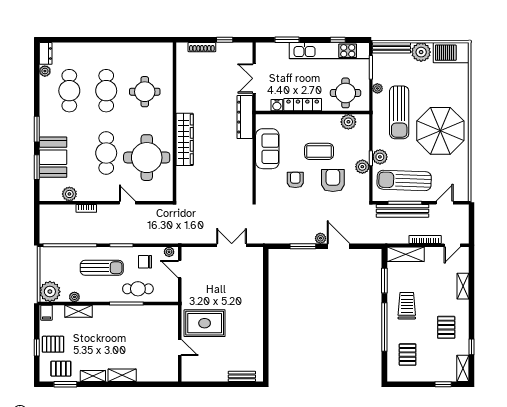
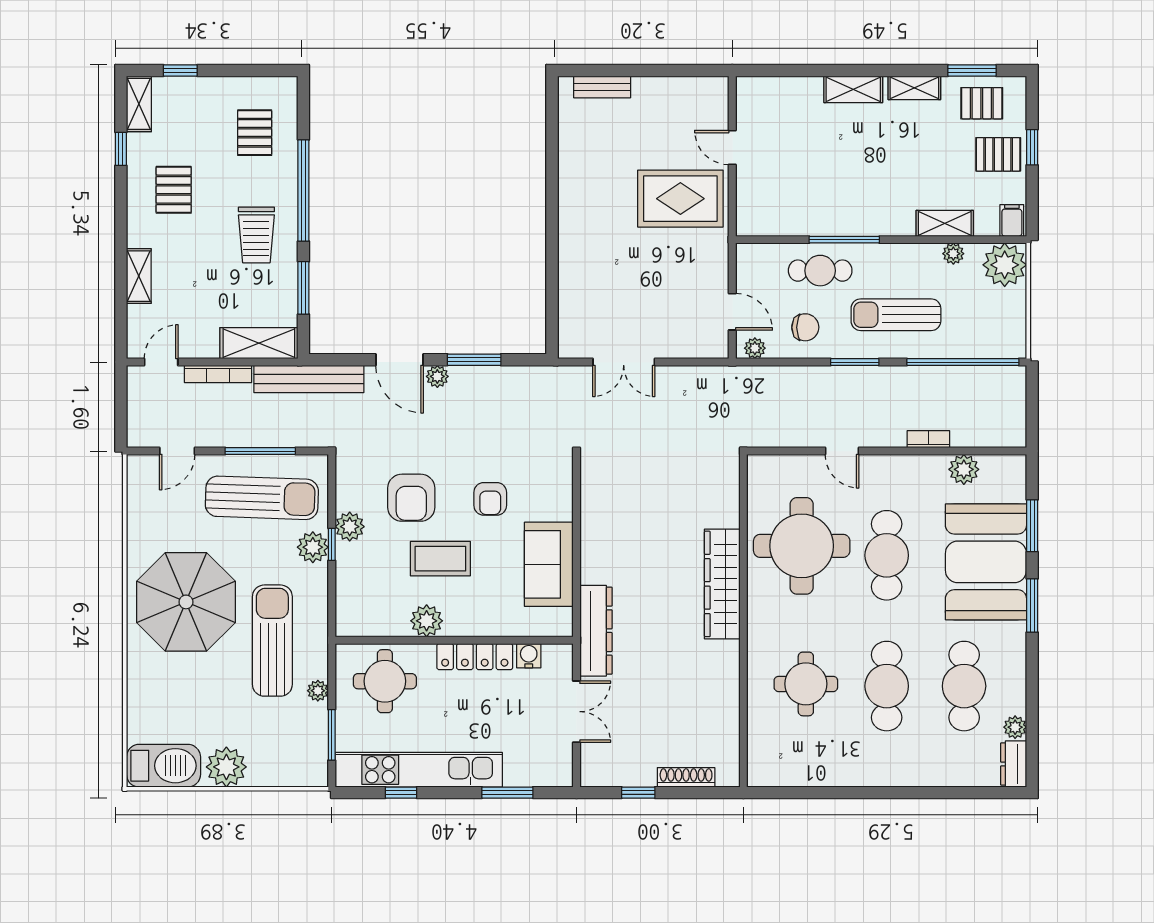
bench: (391, 48) -> (289, 776), removed
plant: (348, 122) -> (427, 621), moved
booth: (53, 157) -> (986, 562), width x1.36, depth x1.42
bench: (403, 211) -> (309, 379), moved

